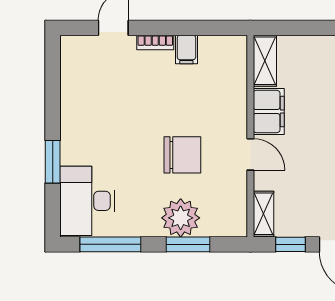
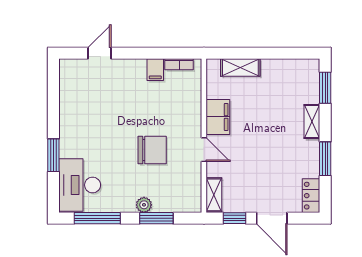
bookcase: (155, 42) -> (179, 64), moved
shelving: (265, 61) -> (240, 68), moved, turned 90
plant: (181, 218) -> (144, 205), width x0.53, depth x0.53

